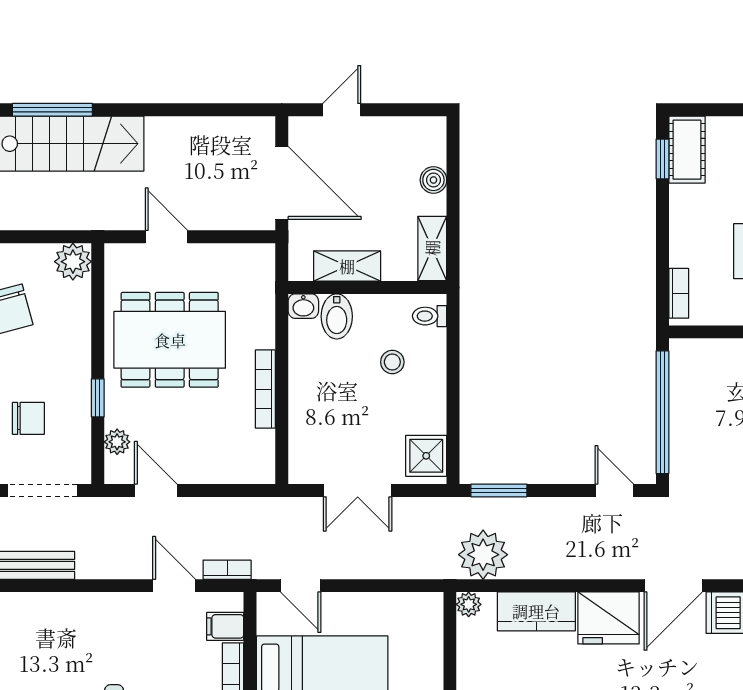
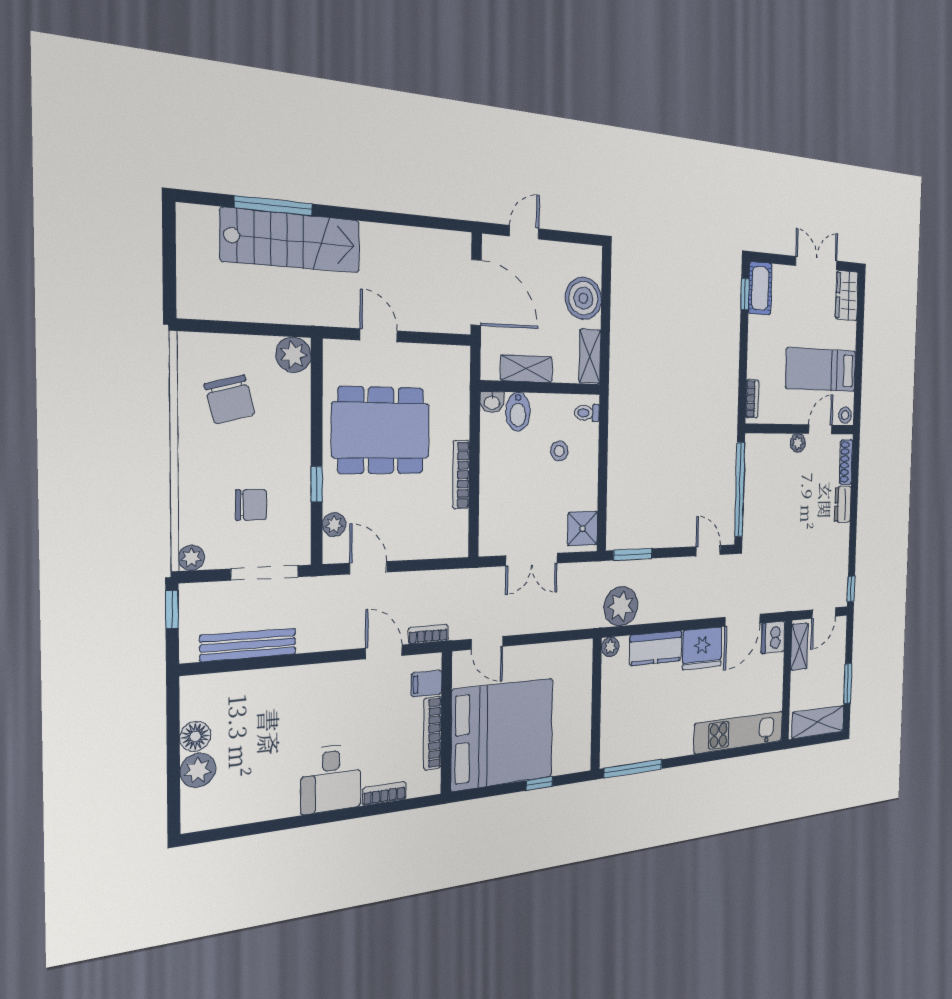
boiler: (433, 180) -> (583, 298), width x1.86, depth x1.86

